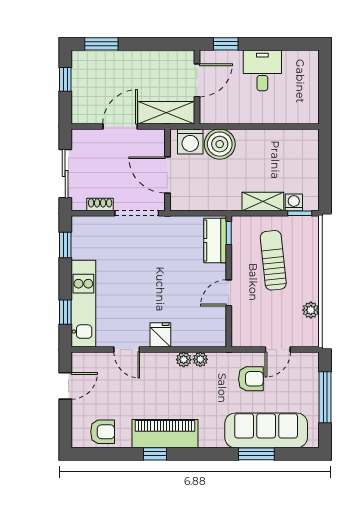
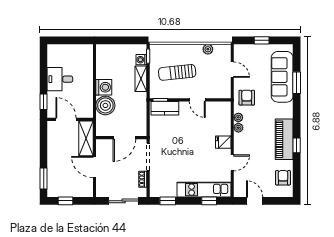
washing machine: (190, 141) -> (104, 87), moved
armchair: (251, 379) -> (247, 98), moved
window: (325, 397) -> (262, 40), width x0.46

